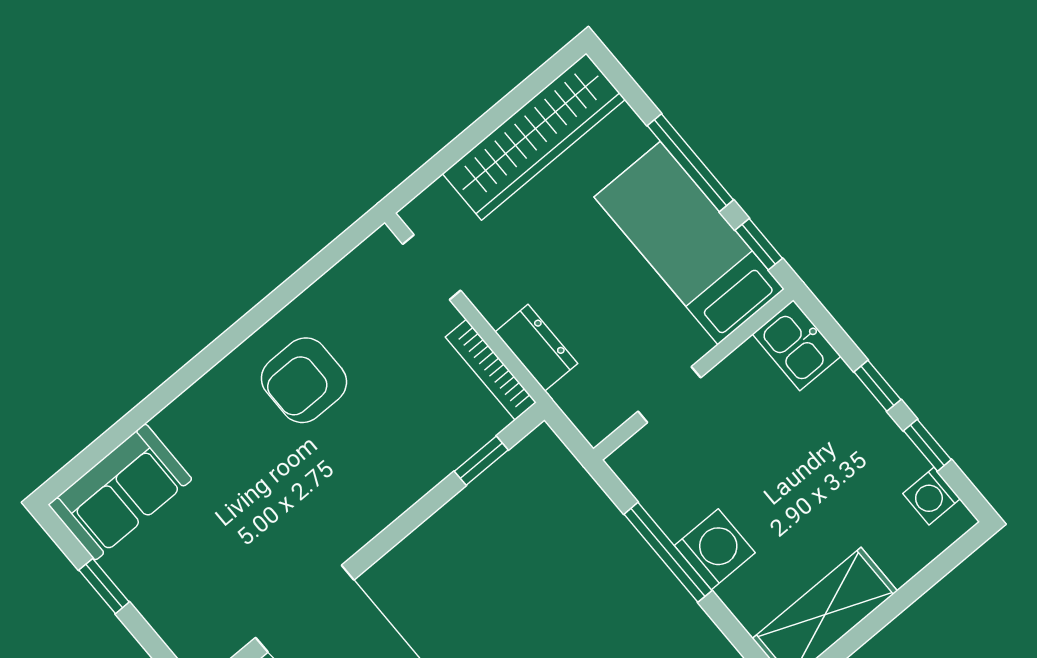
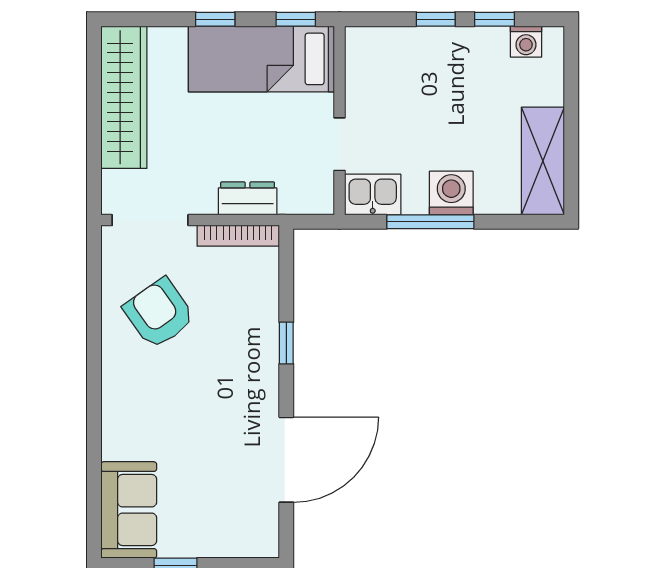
window: (690, 163) -> (215, 19), width x0.46
doorway: (432, 267) -> (150, 220), width x1.38
kitchen sink: (796, 345) -> (373, 195), moved, turned 180
armchair: (304, 380) -> (159, 313), moved, turned 145
window: (481, 461) -> (286, 343), moved

